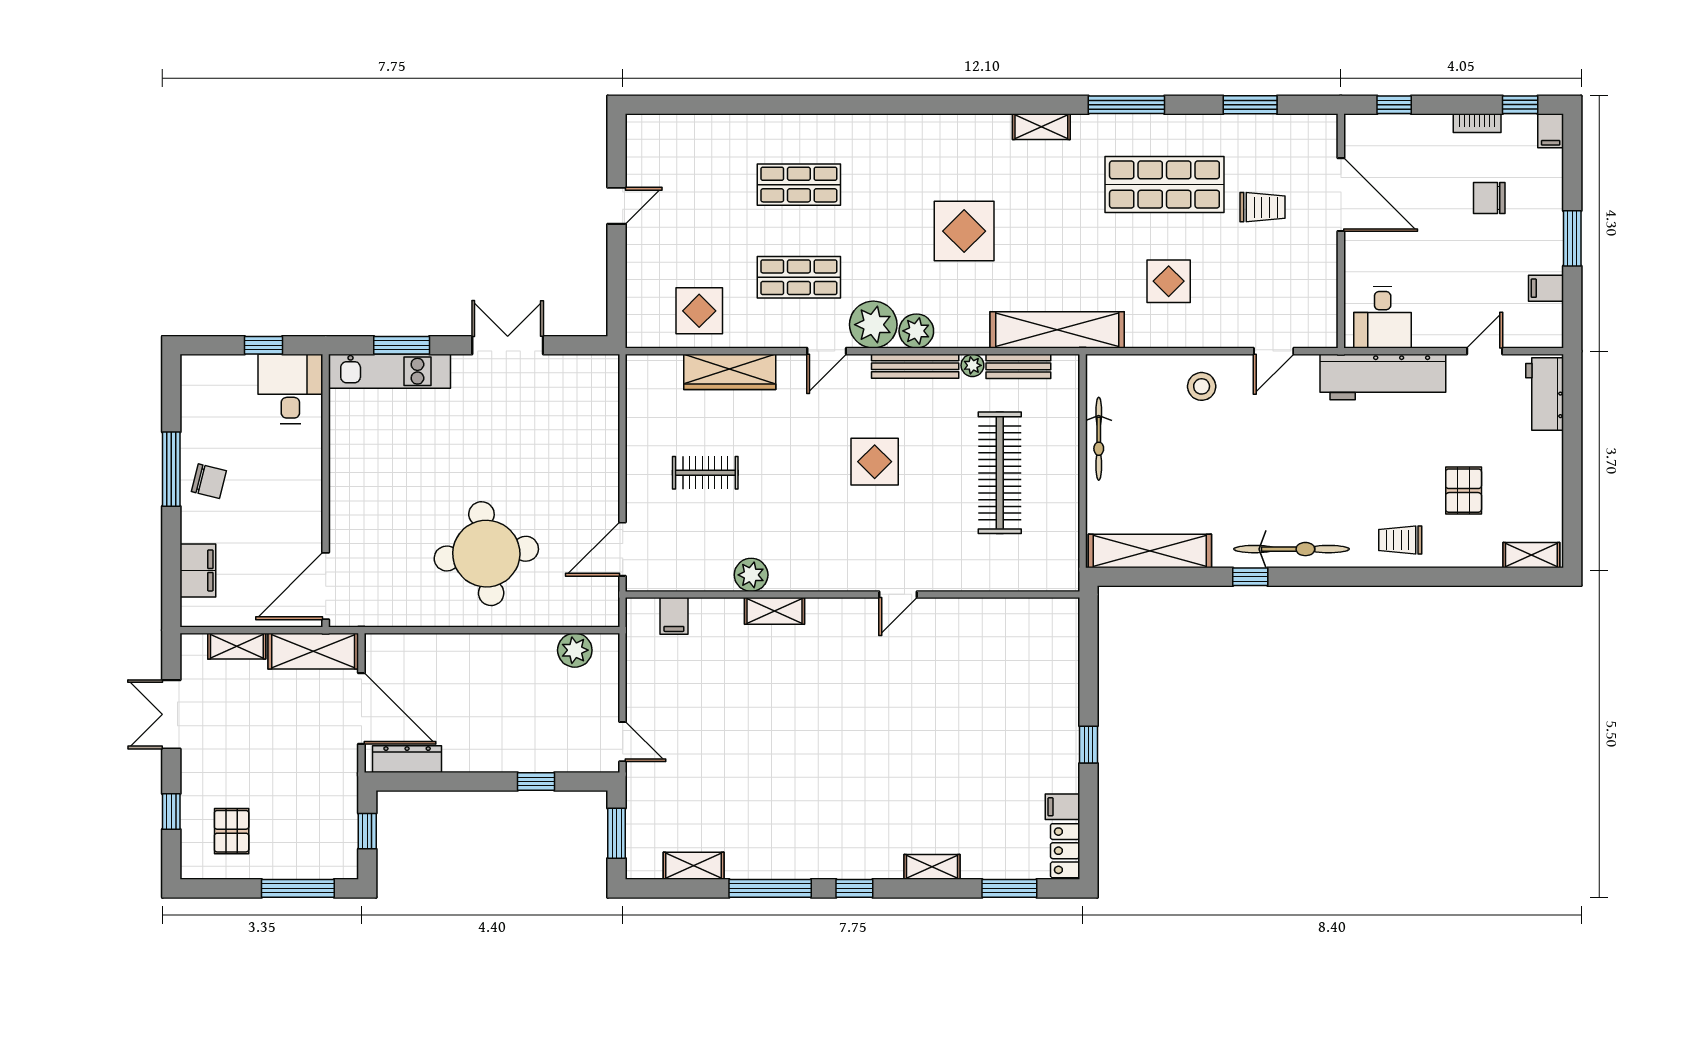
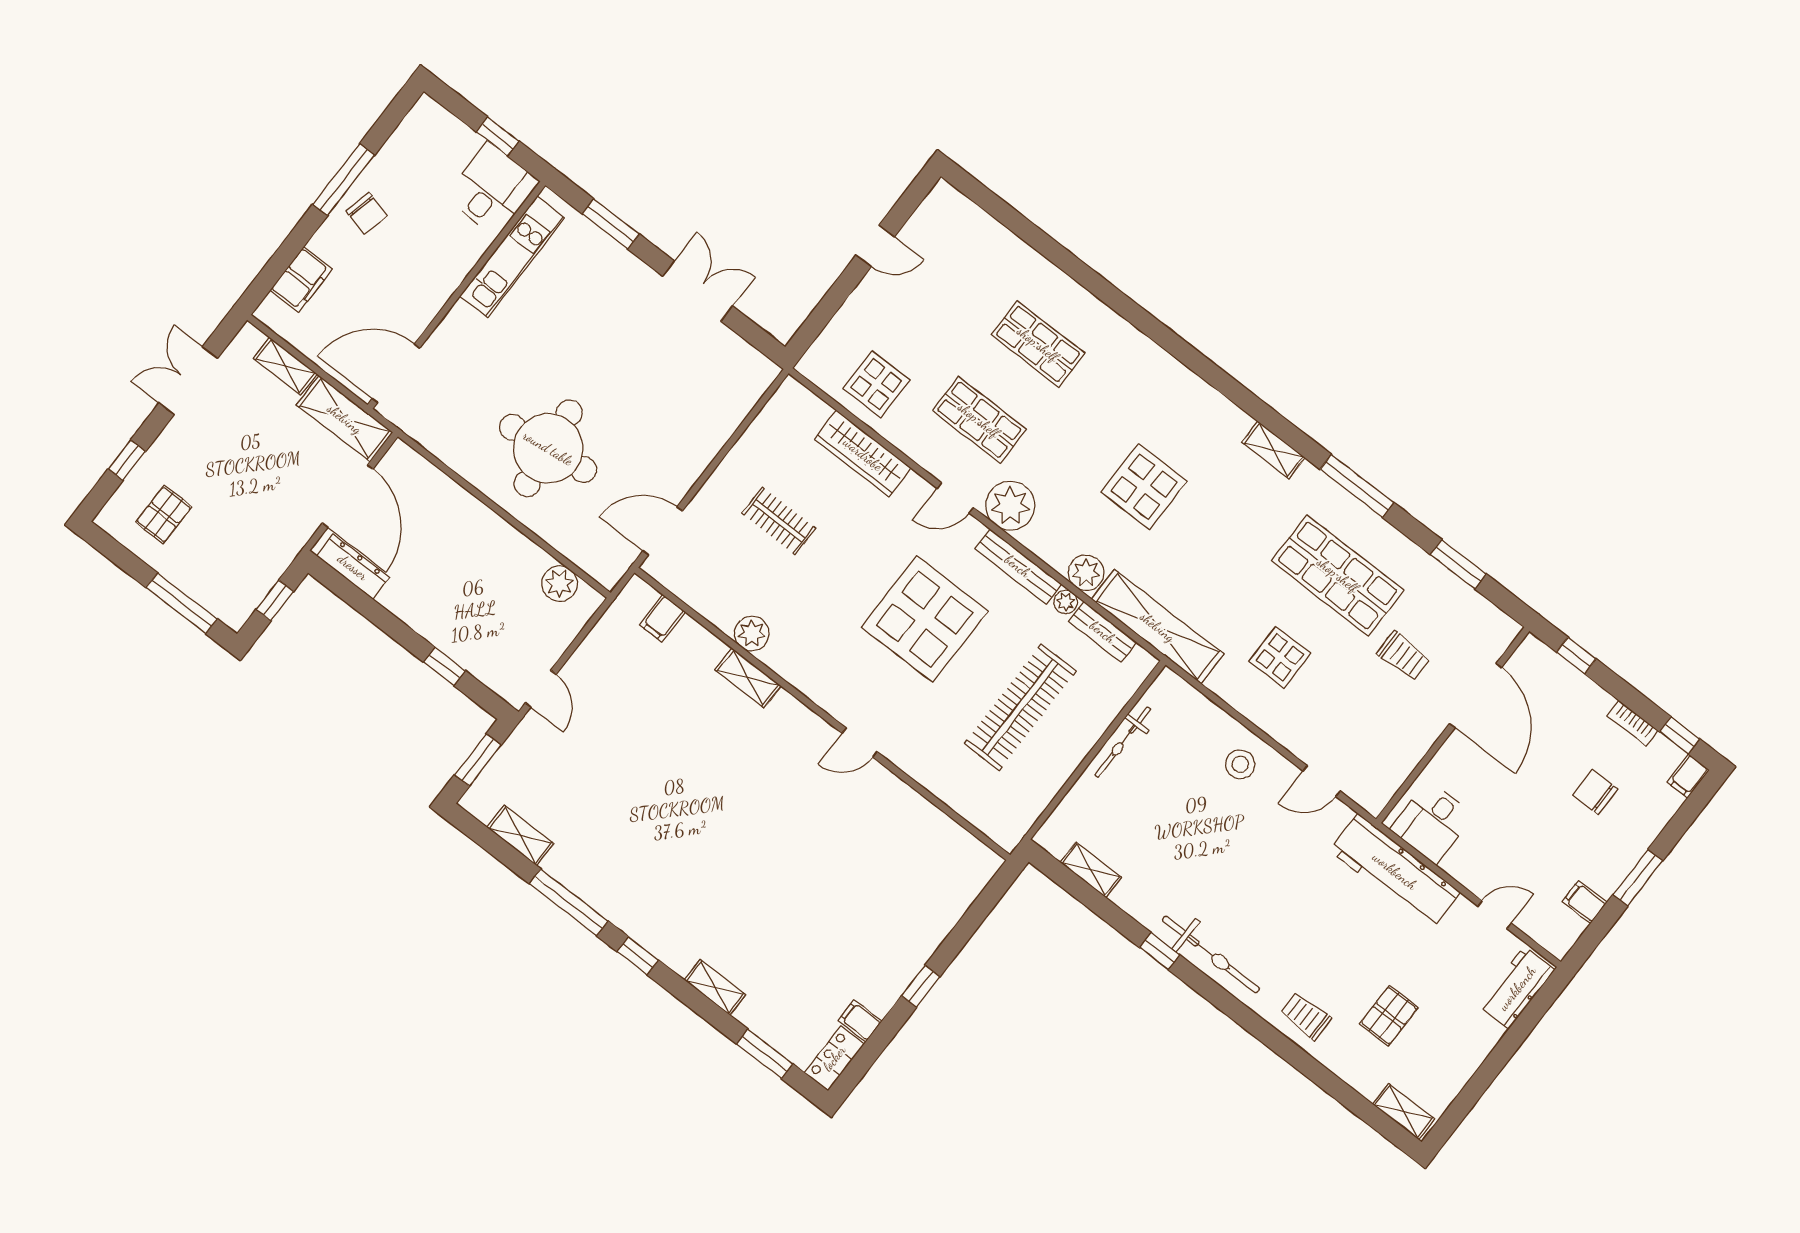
plant: (916, 331) -> (1086, 573), moved
kitchen unit: (389, 371) -> (512, 257), moved, turned -90
display table: (875, 462) -> (925, 619), width x1.86, depth x1.86
shelving: (1150, 551) -> (1091, 870), width x0.45, depth x0.75

